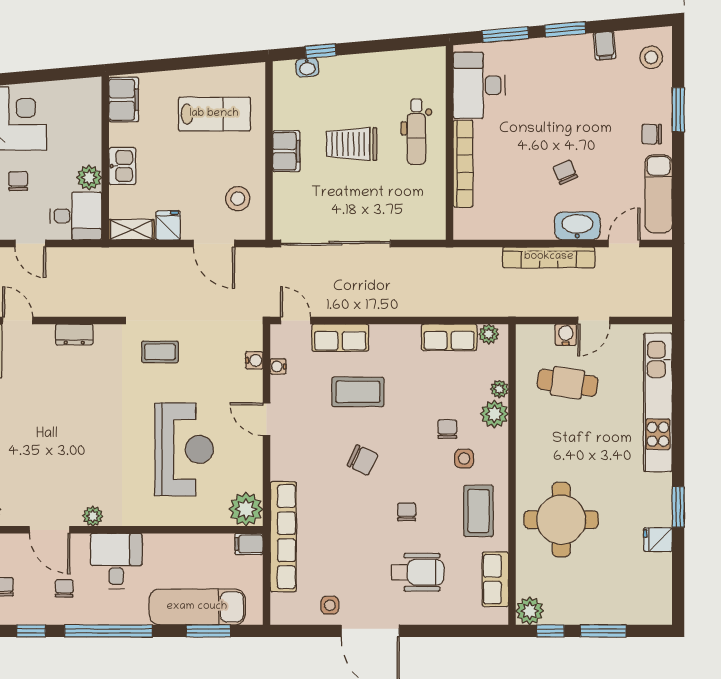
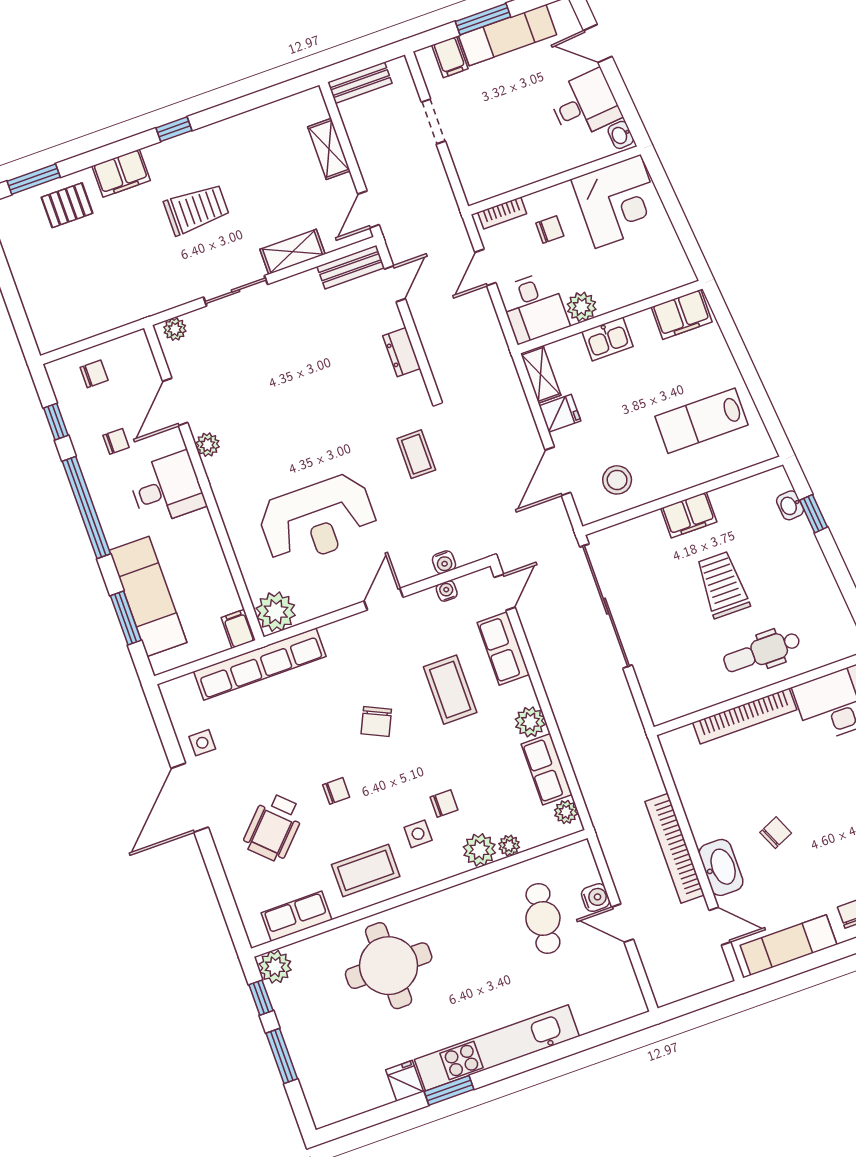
lab bench: (214, 114) -> (701, 421), turned 90
plant: (407, 337) -> (530, 722), added
kitchen unit: (658, 402) -> (497, 1048), moved
wheelchair: (418, 572) -> (274, 827), turned 44

